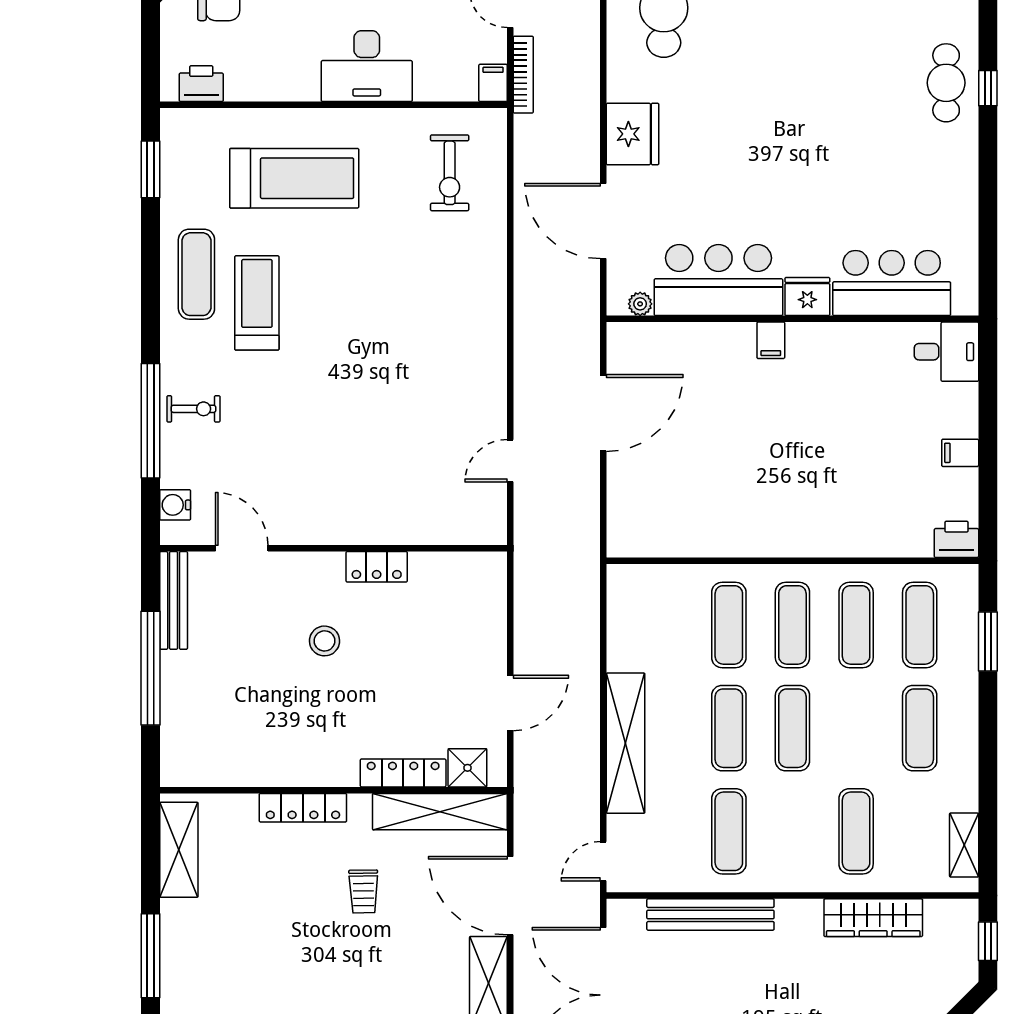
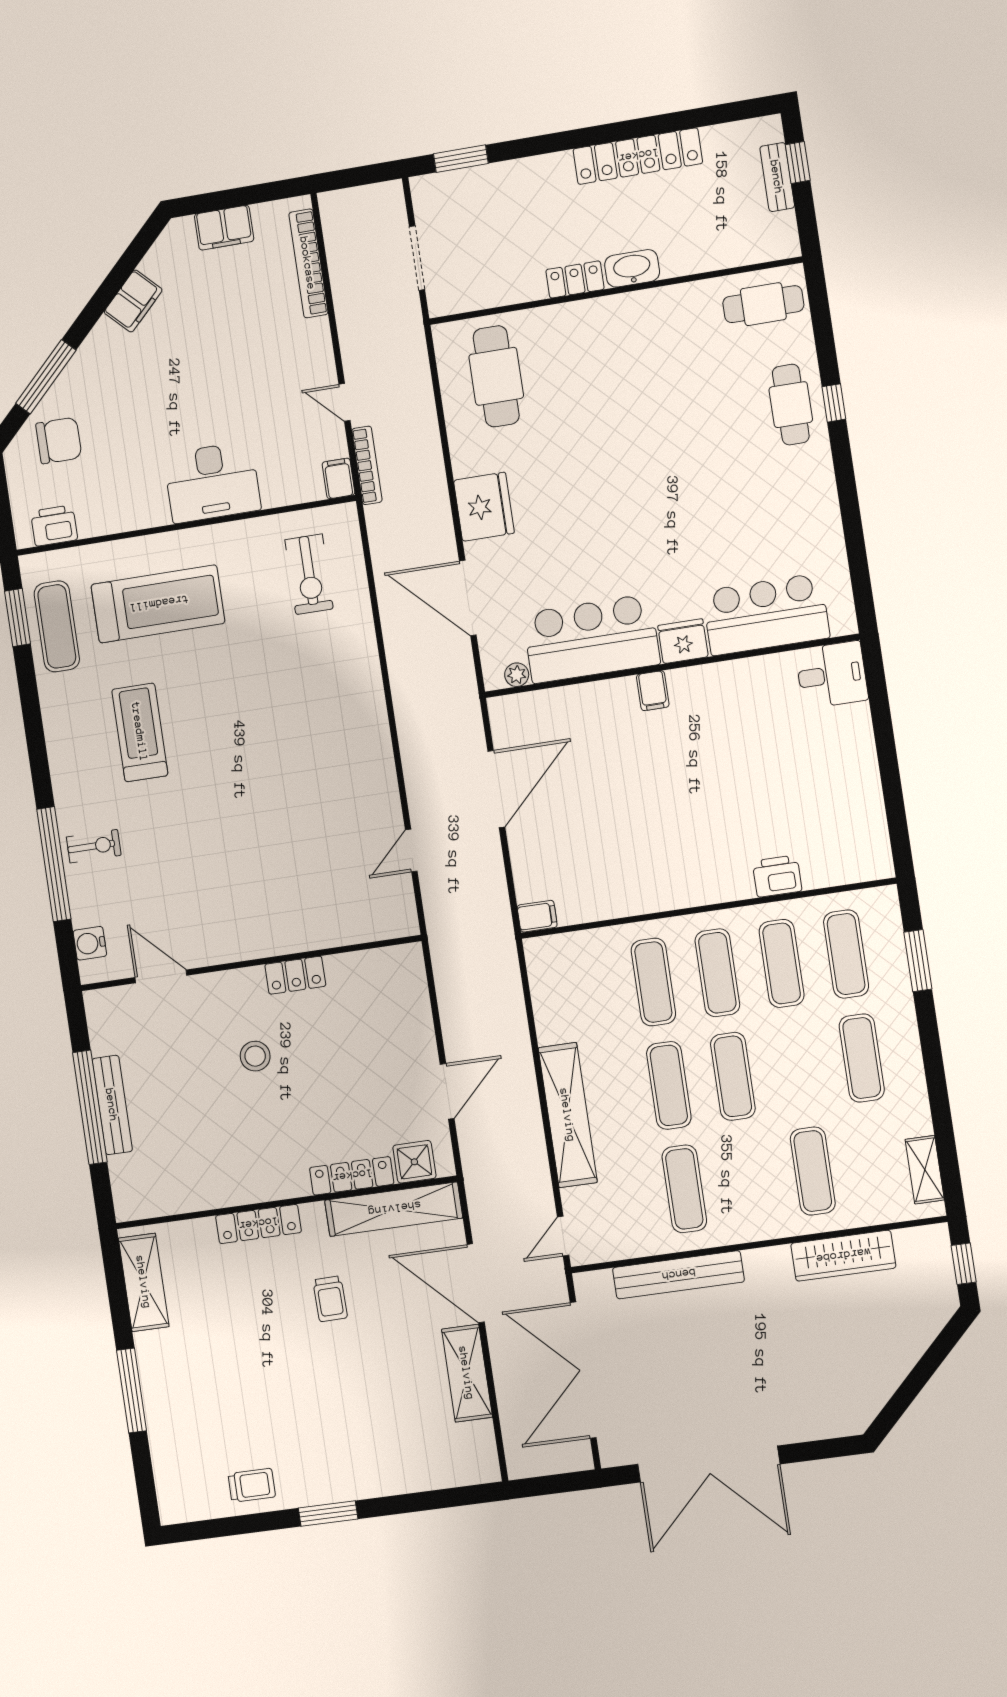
exercise mat: (196, 274) -> (57, 626), moved
filing cabinet: (960, 453) -> (537, 916), moved, turned 180
printer: (956, 539) -> (777, 876), moved
bench: (174, 600) -> (112, 1105), moved

